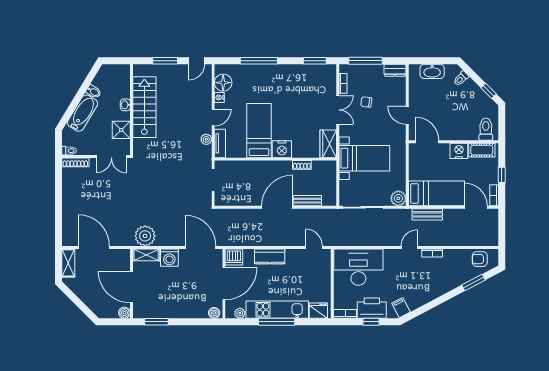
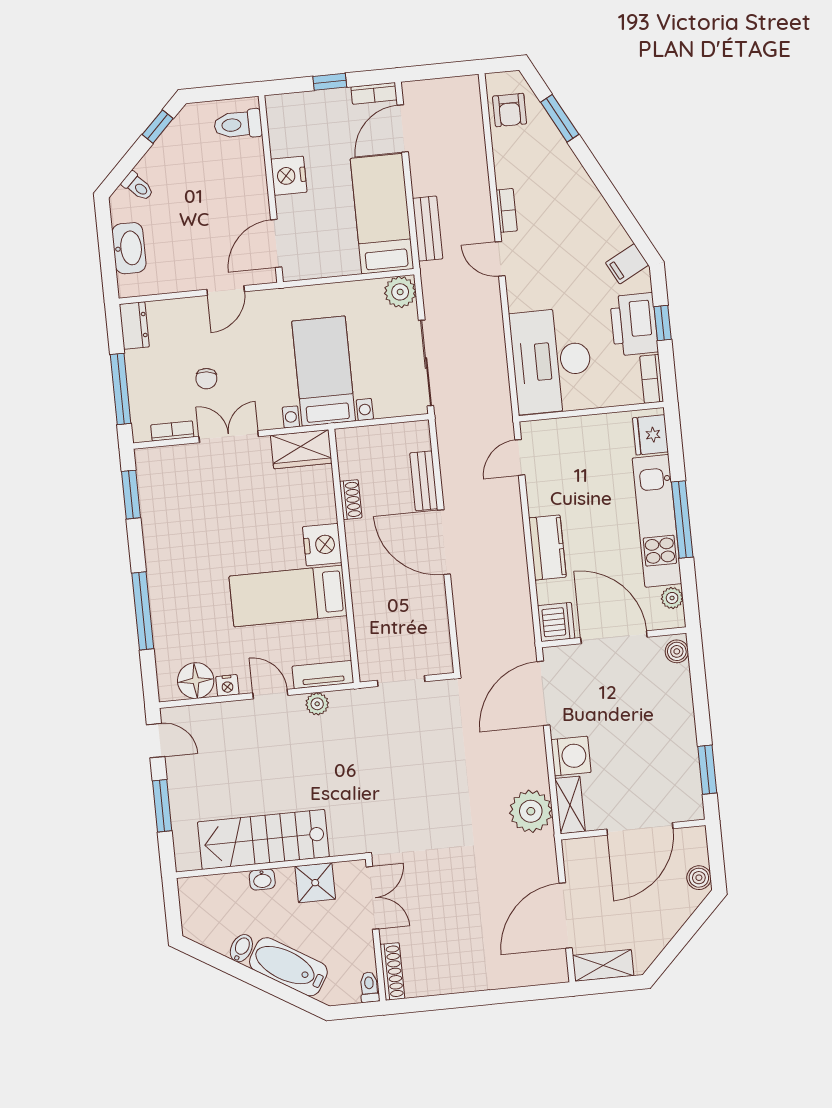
cot: (482, 150) -> (282, 128), removed
boiler: (124, 313) -> (699, 878), moved

